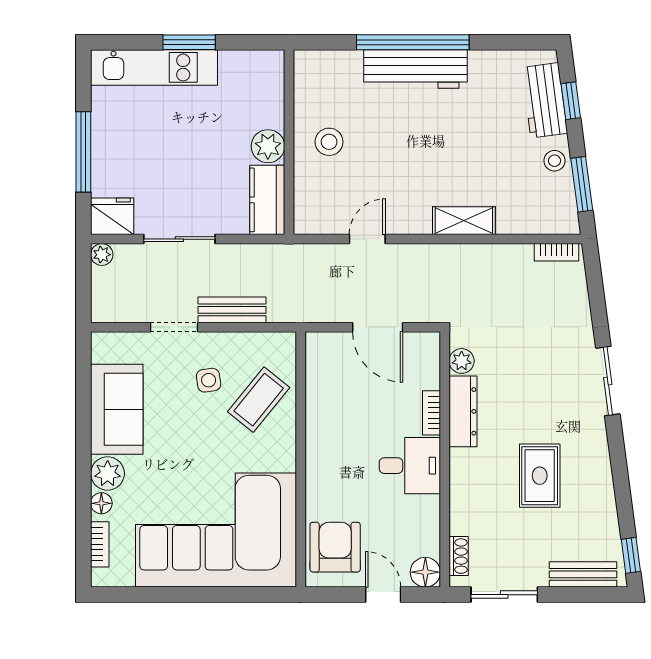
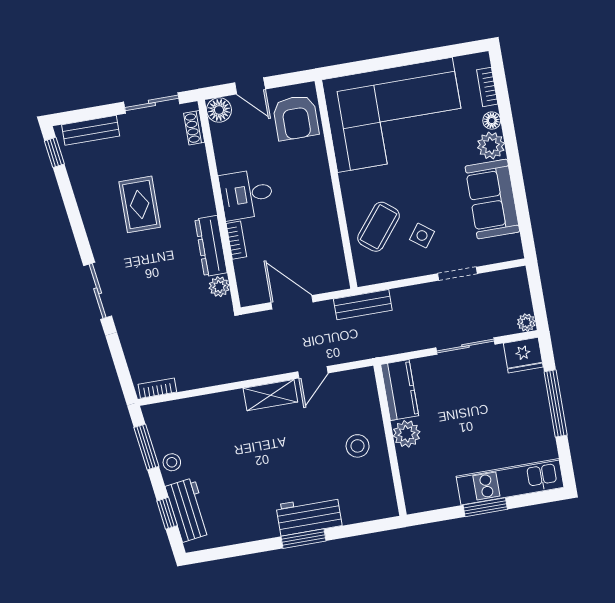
window: (413, 42) -> (304, 539), width x0.47
workbench: (415, 69) -> (309, 515), width x0.73
shelving: (464, 221) -> (270, 395), moved
bench: (232, 310) -> (363, 305), moved
side table: (209, 380) -> (422, 235), turned 45

